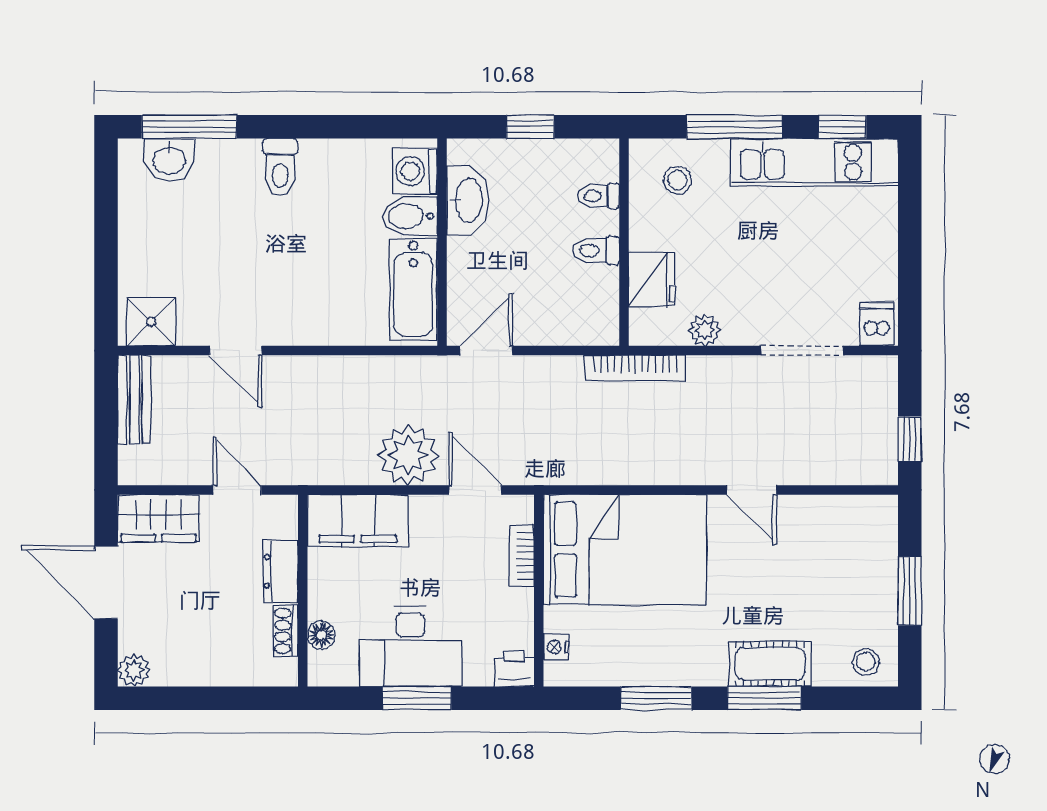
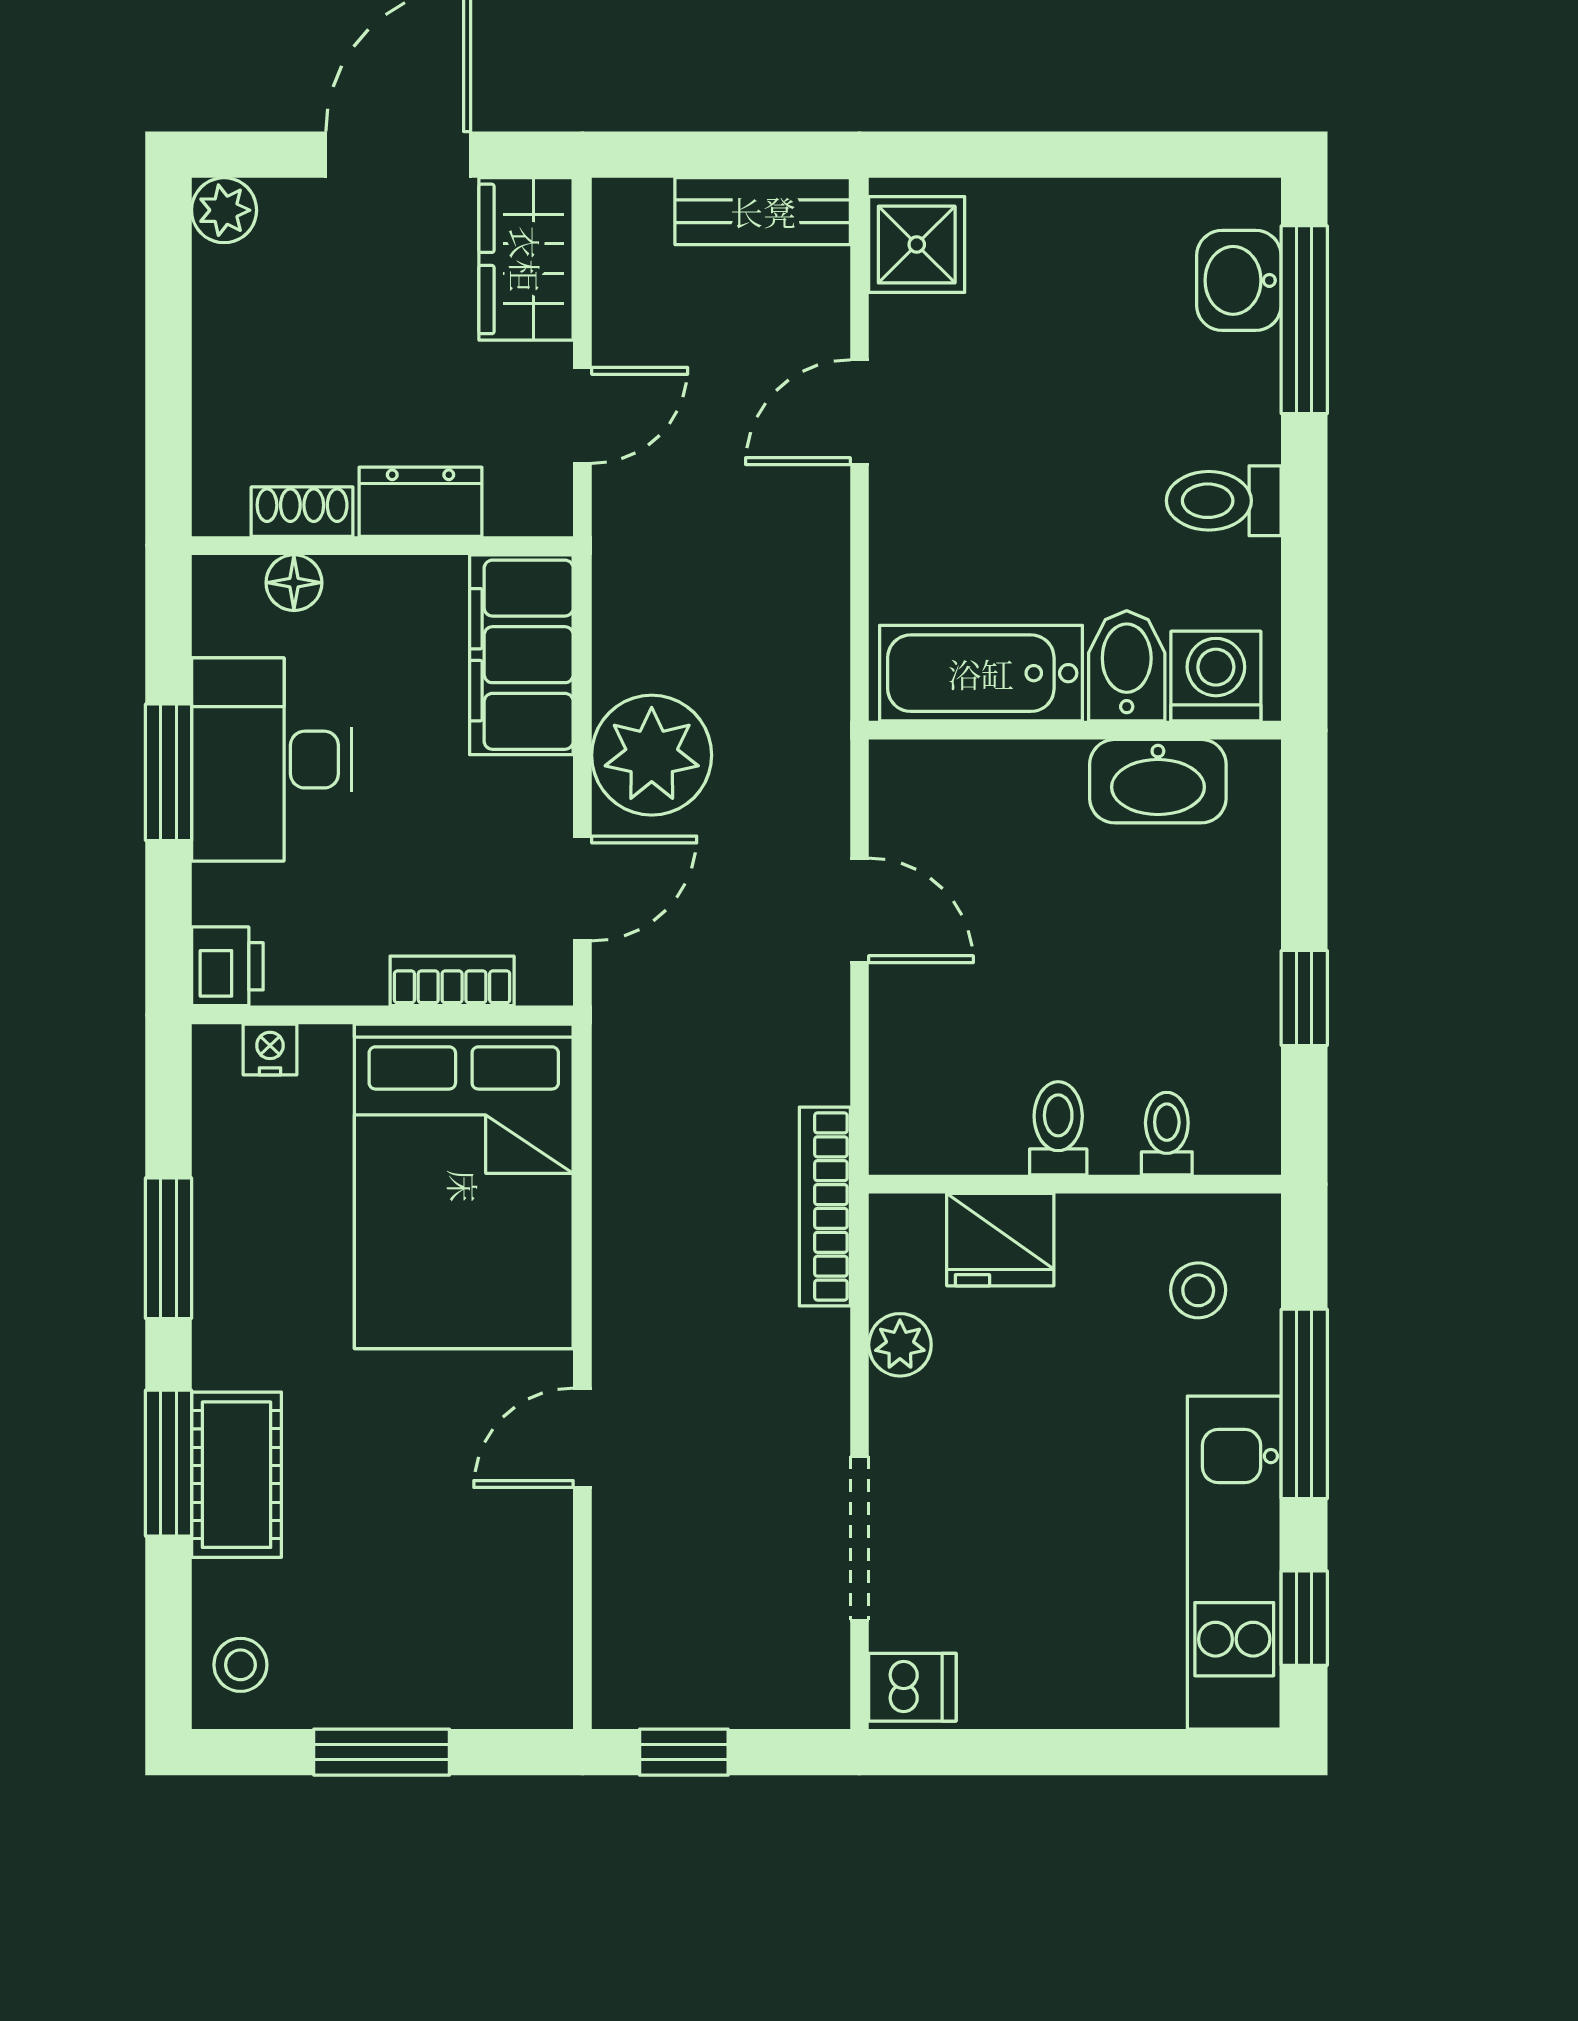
washing machine: (415, 171) -> (1216, 676), moved
washbasin: (468, 200) -> (1158, 781), moved
bidet: (410, 216) -> (1127, 666), moved
wall: (442, 242) -> (1075, 730), moved
bathtub: (413, 289) -> (981, 673), moved

